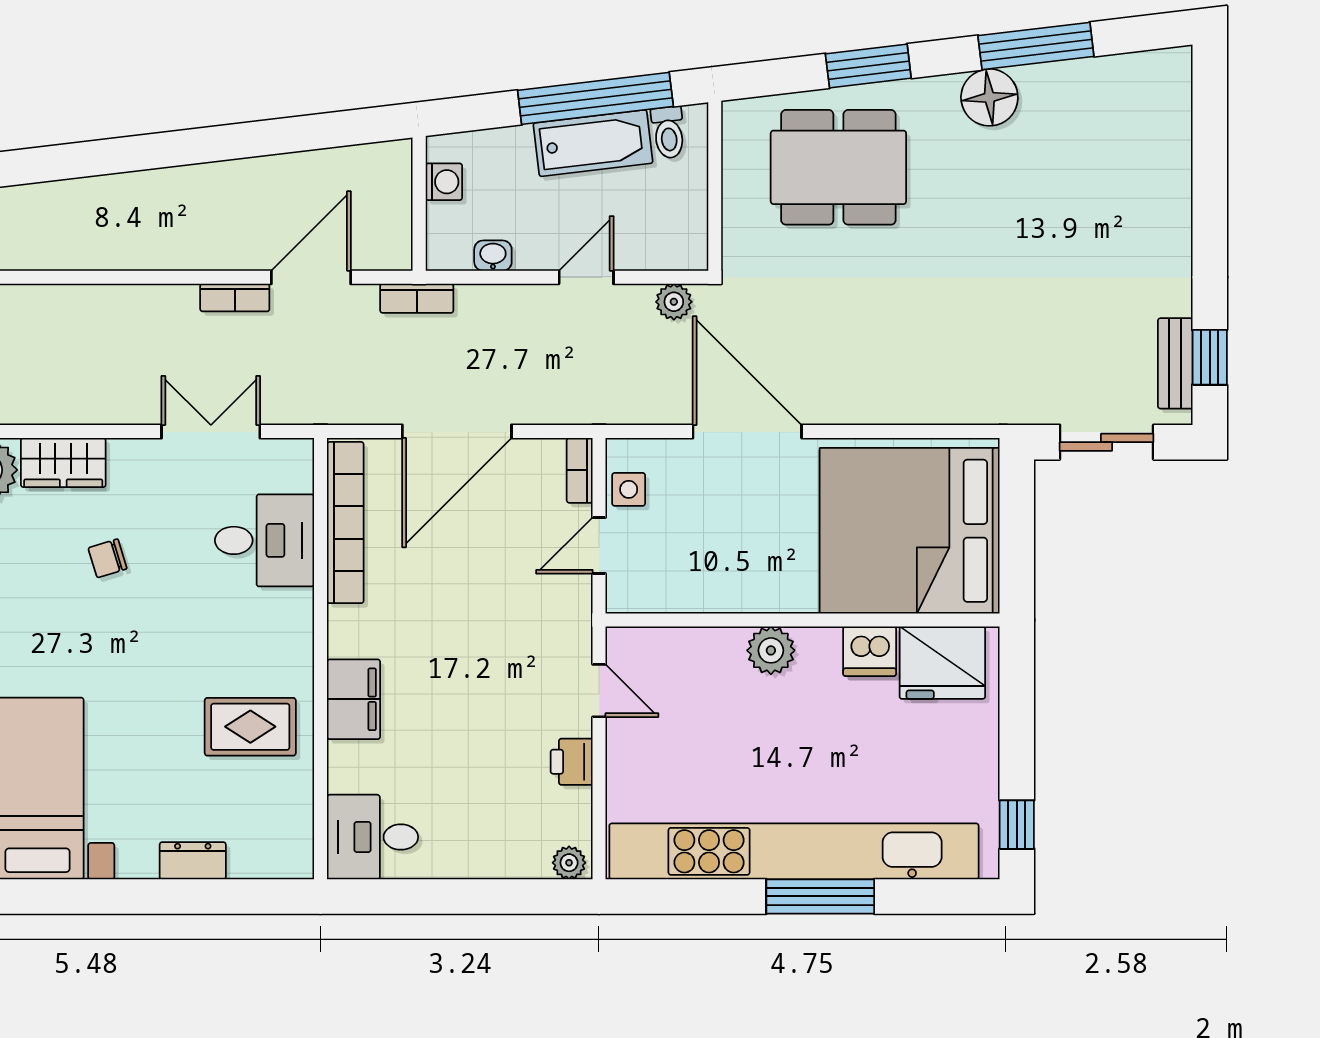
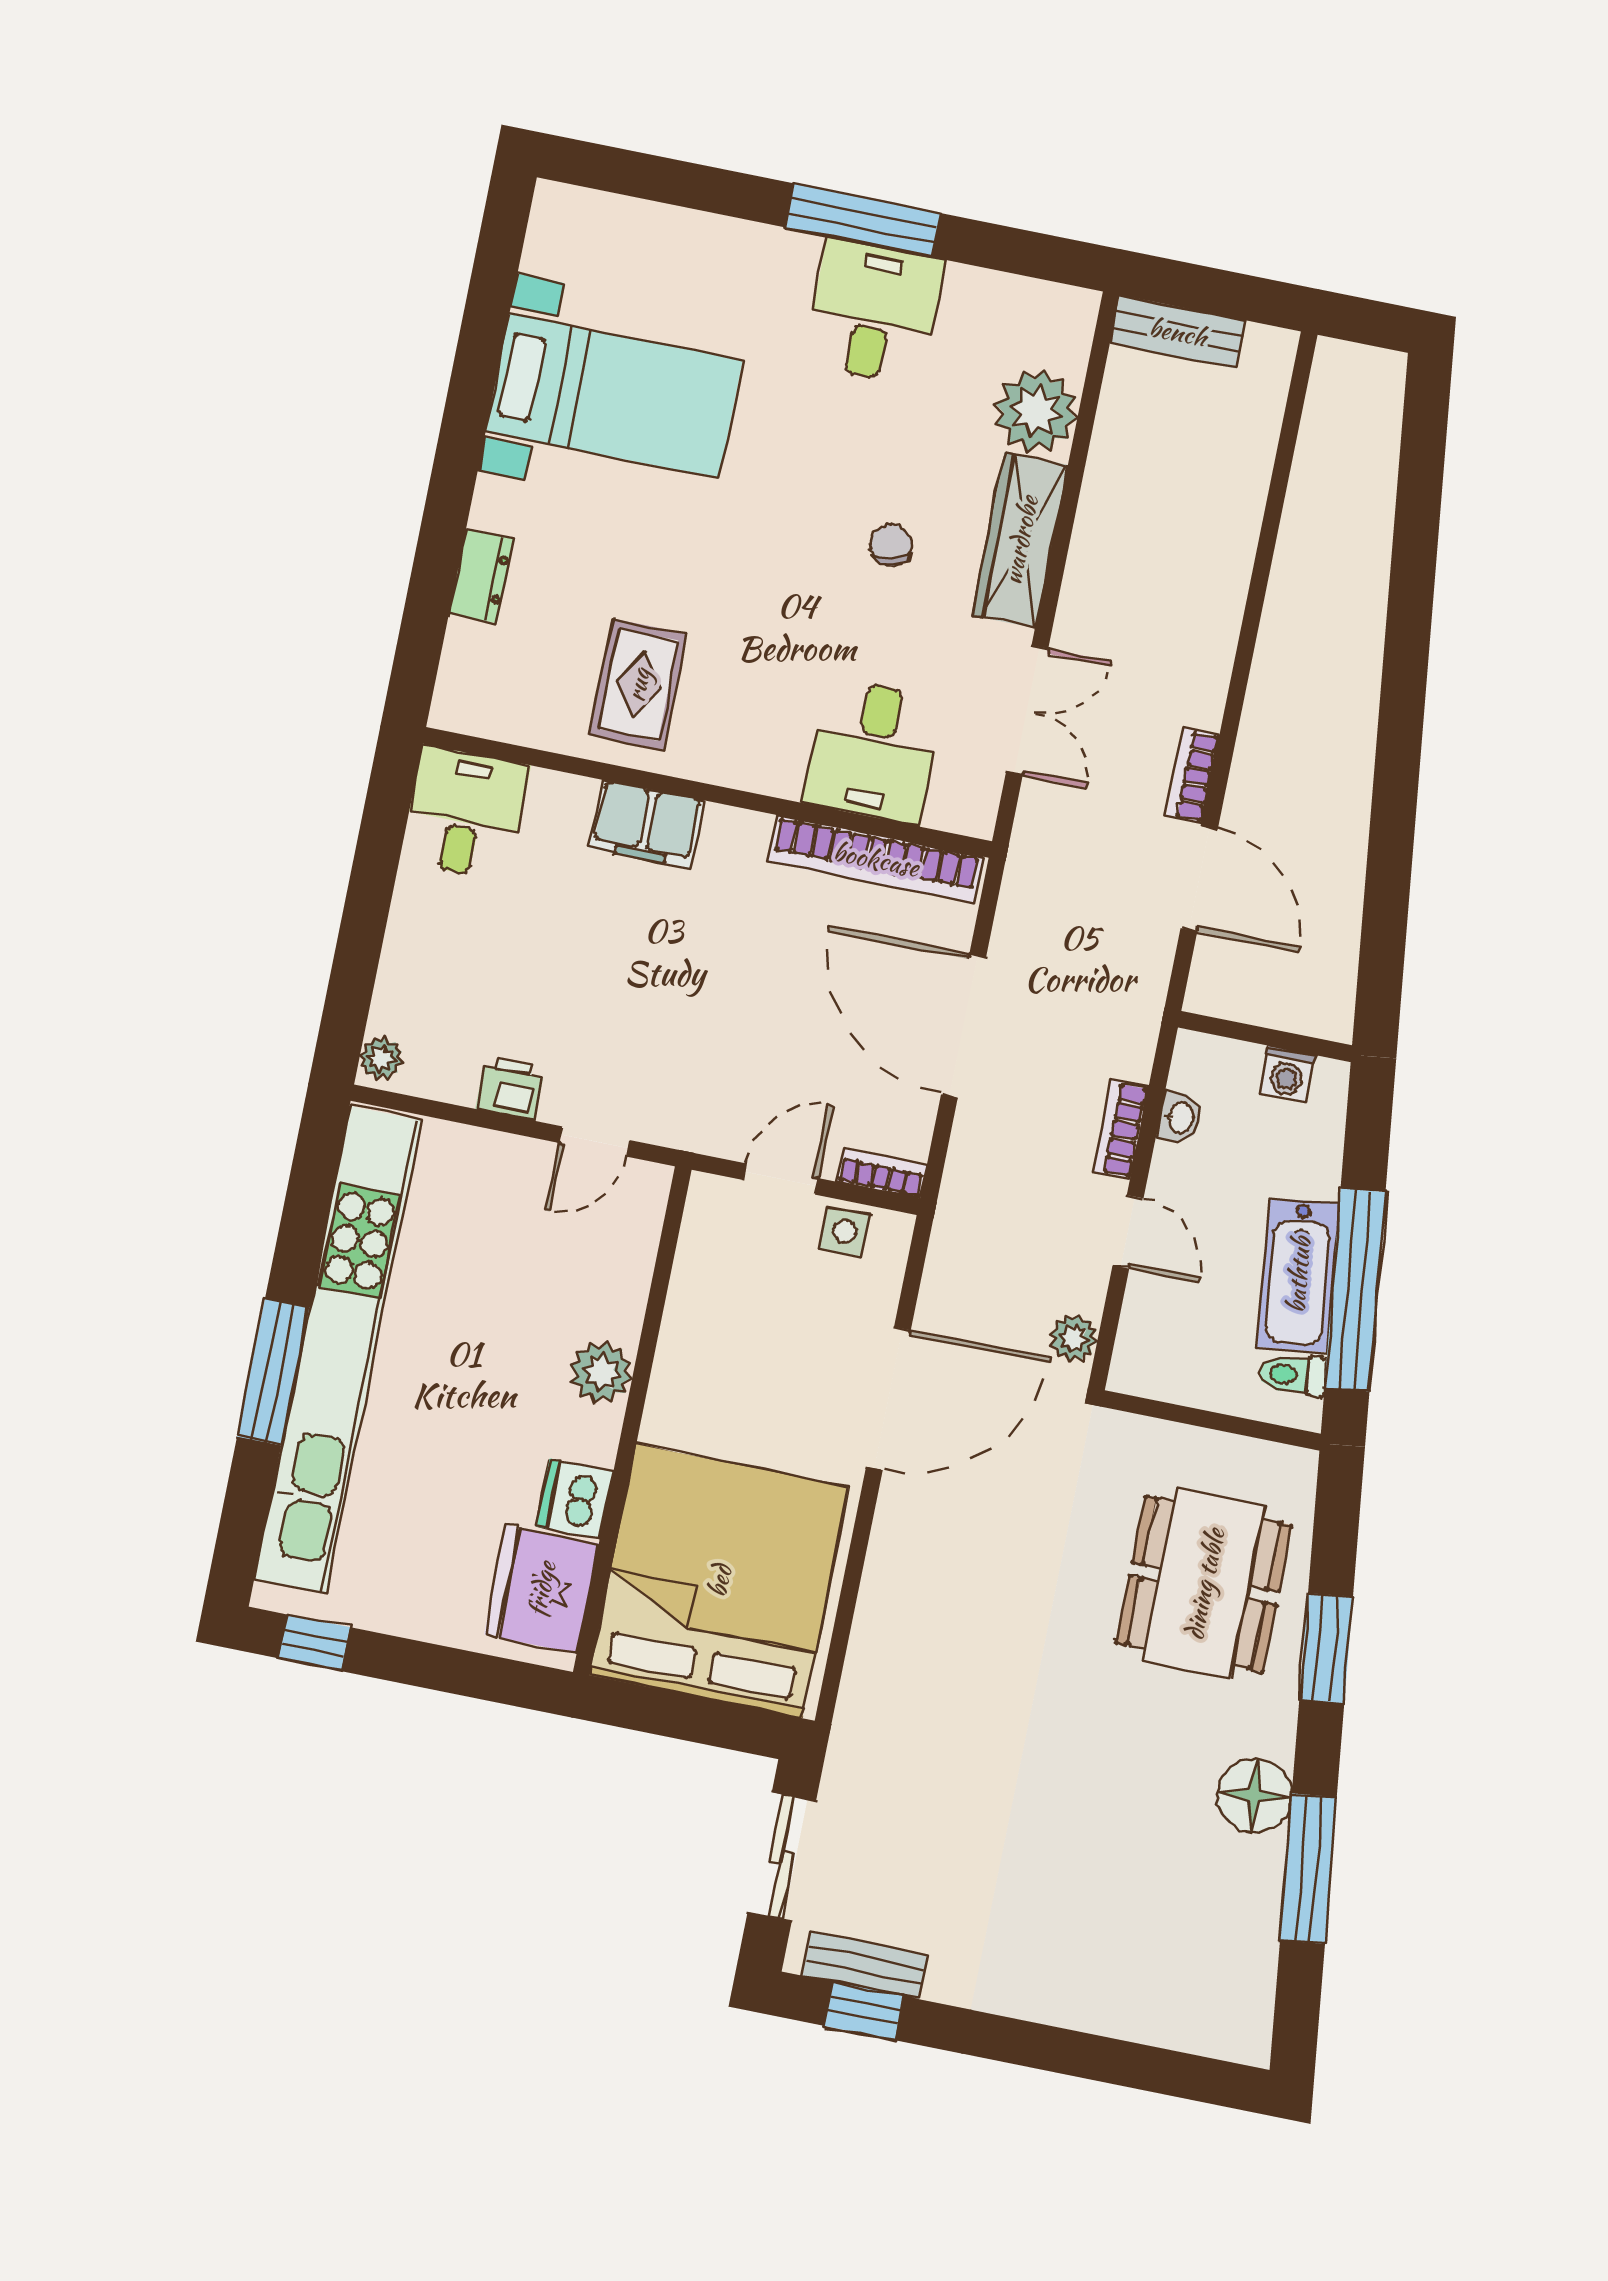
bookcase: (417, 298) -> (1121, 1129), moved
wardrobe: (63, 463) -> (1020, 540), width x1.50
door: (599, 546) -> (780, 1179), hinge flipped

